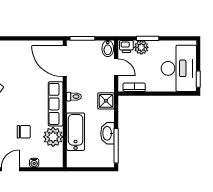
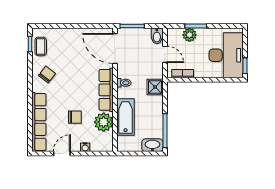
printer: (126, 46) -> (175, 34), removed
washbasin: (107, 133) -> (152, 145), moved, turned 90

